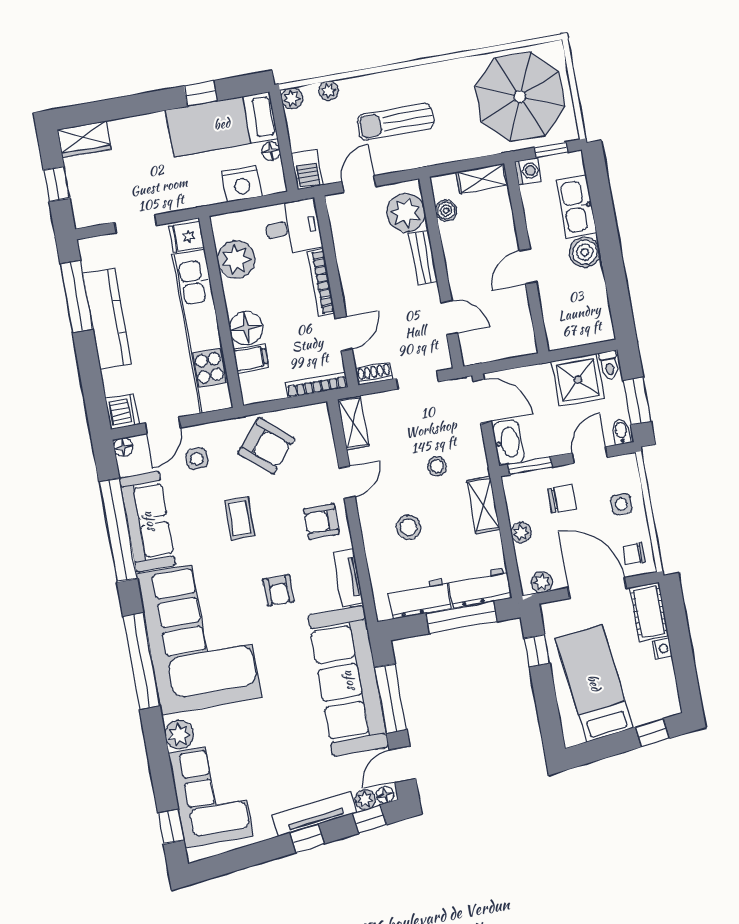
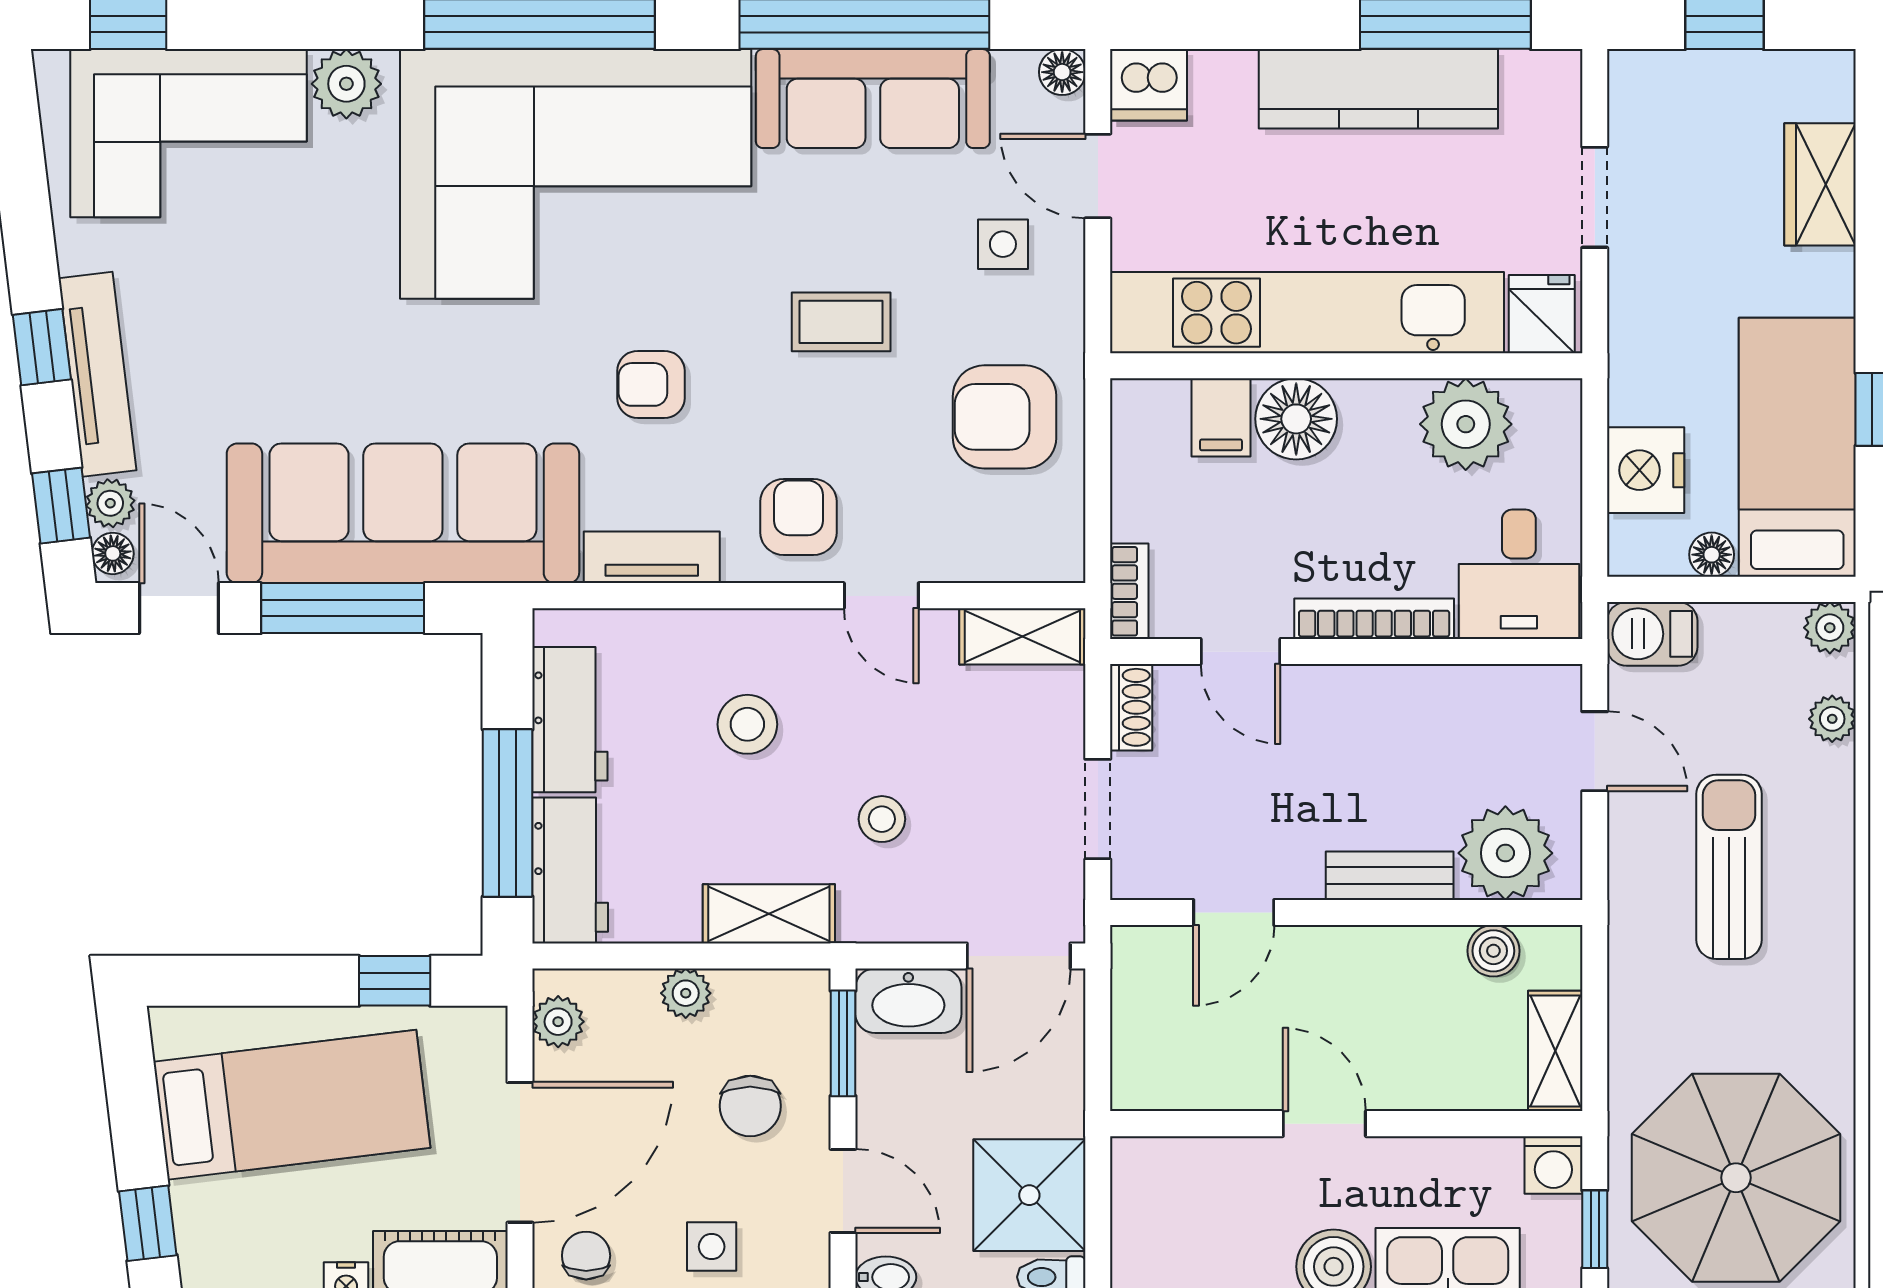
wardrobe: (84, 139) -> (1820, 184), moved
bookcase: (317, 385) -> (1129, 591), width x0.64
armchair: (266, 446) -> (1005, 417), turned 49

